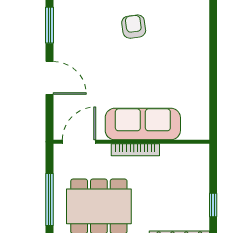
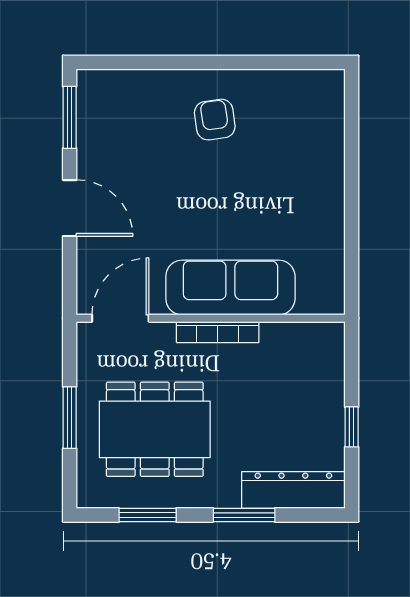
window: (49, 200) -> (70, 418), width x0.69

